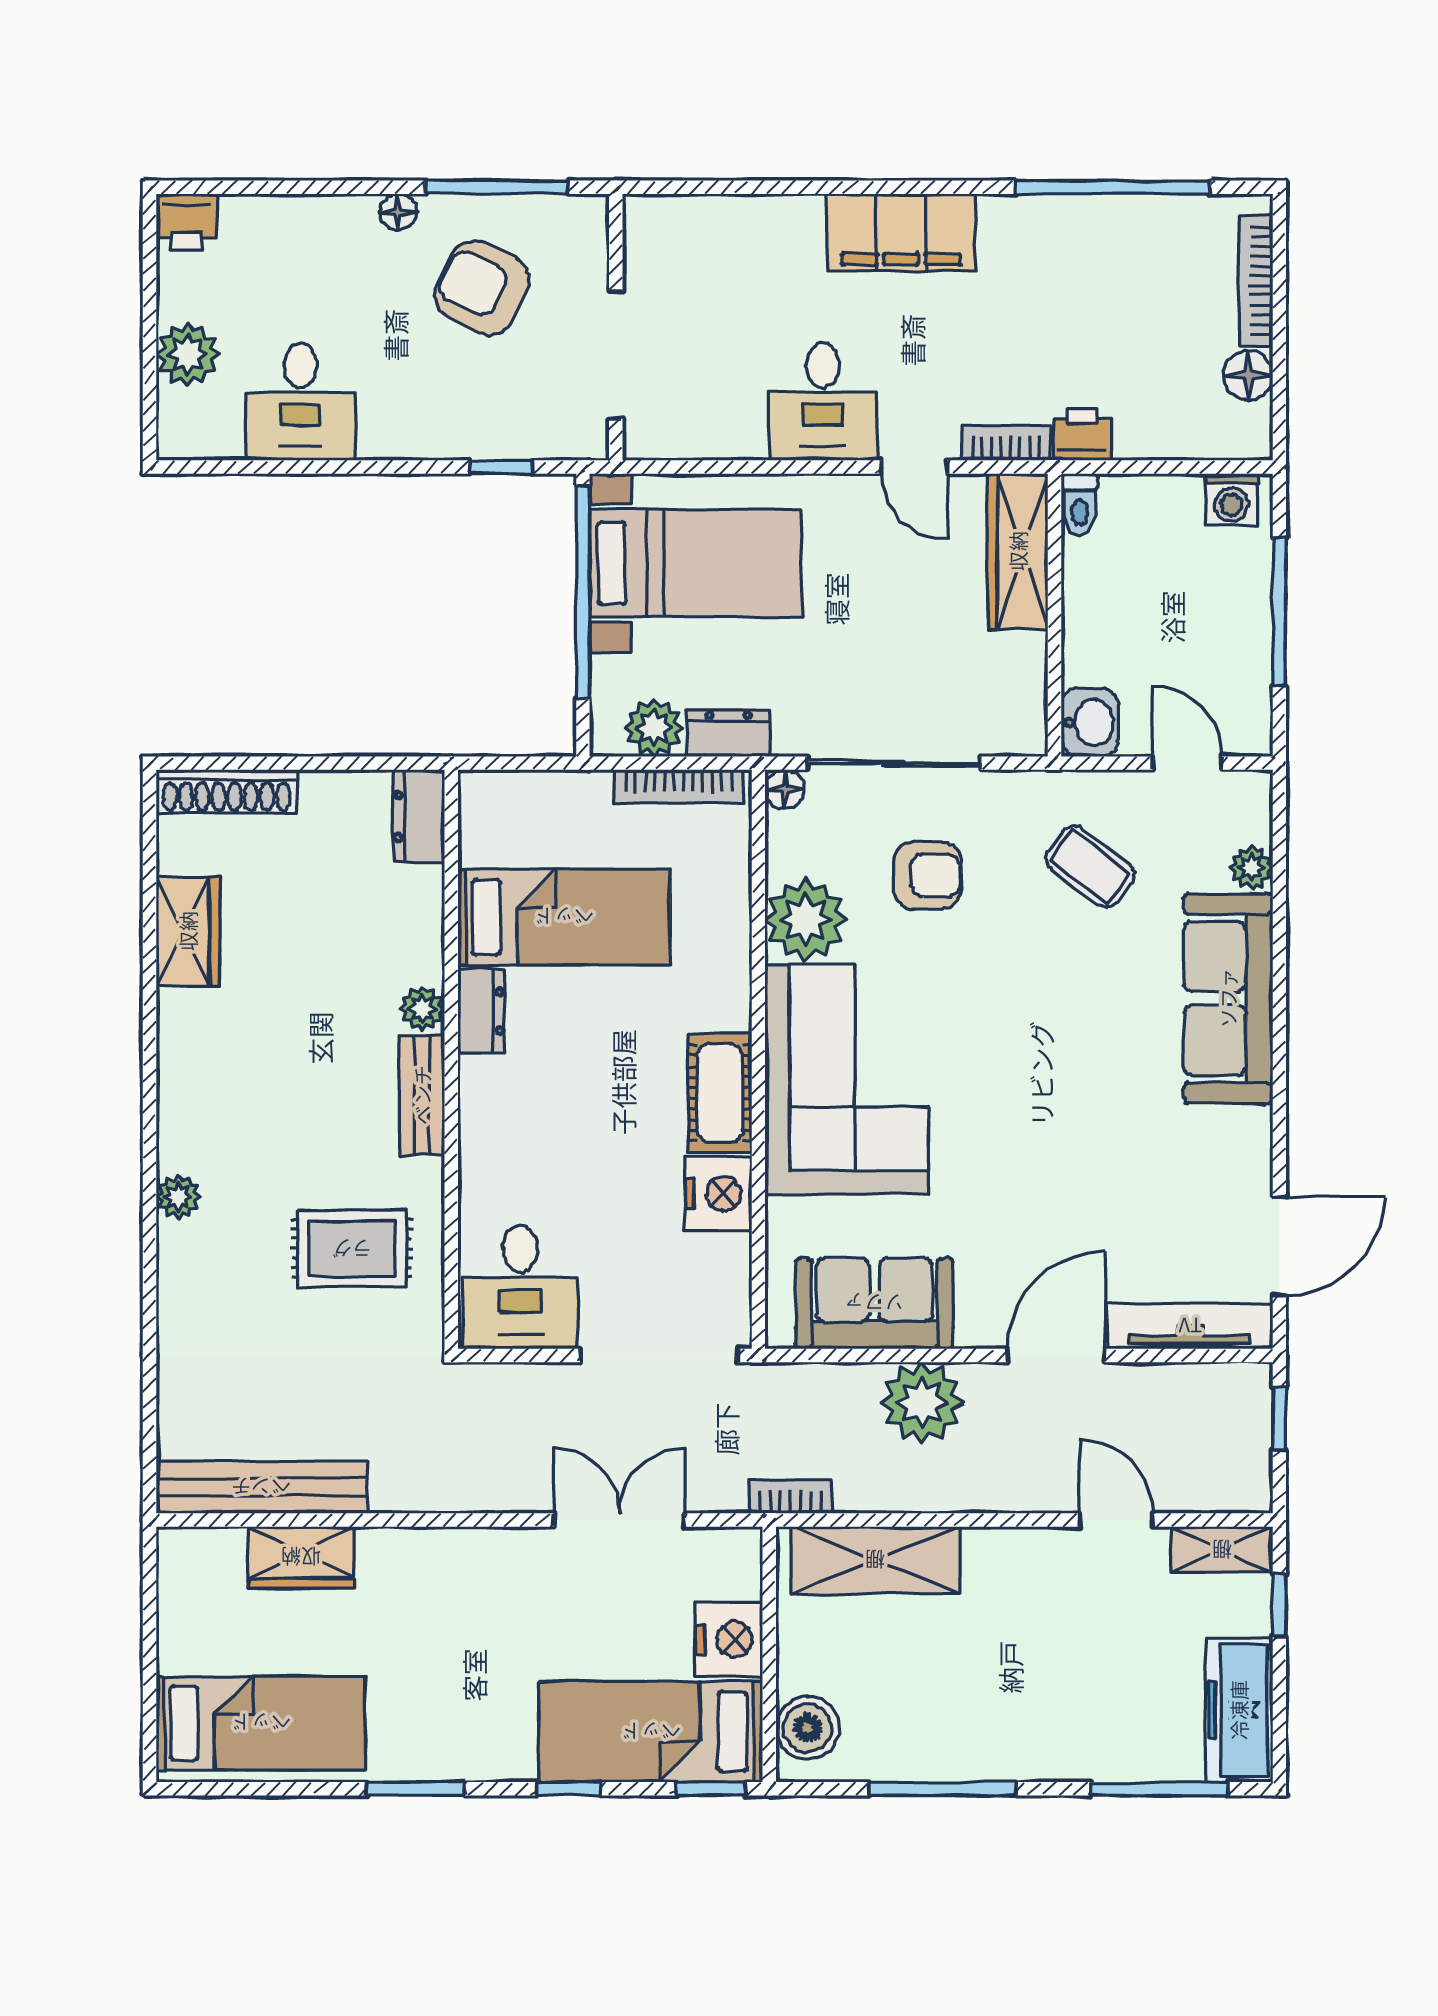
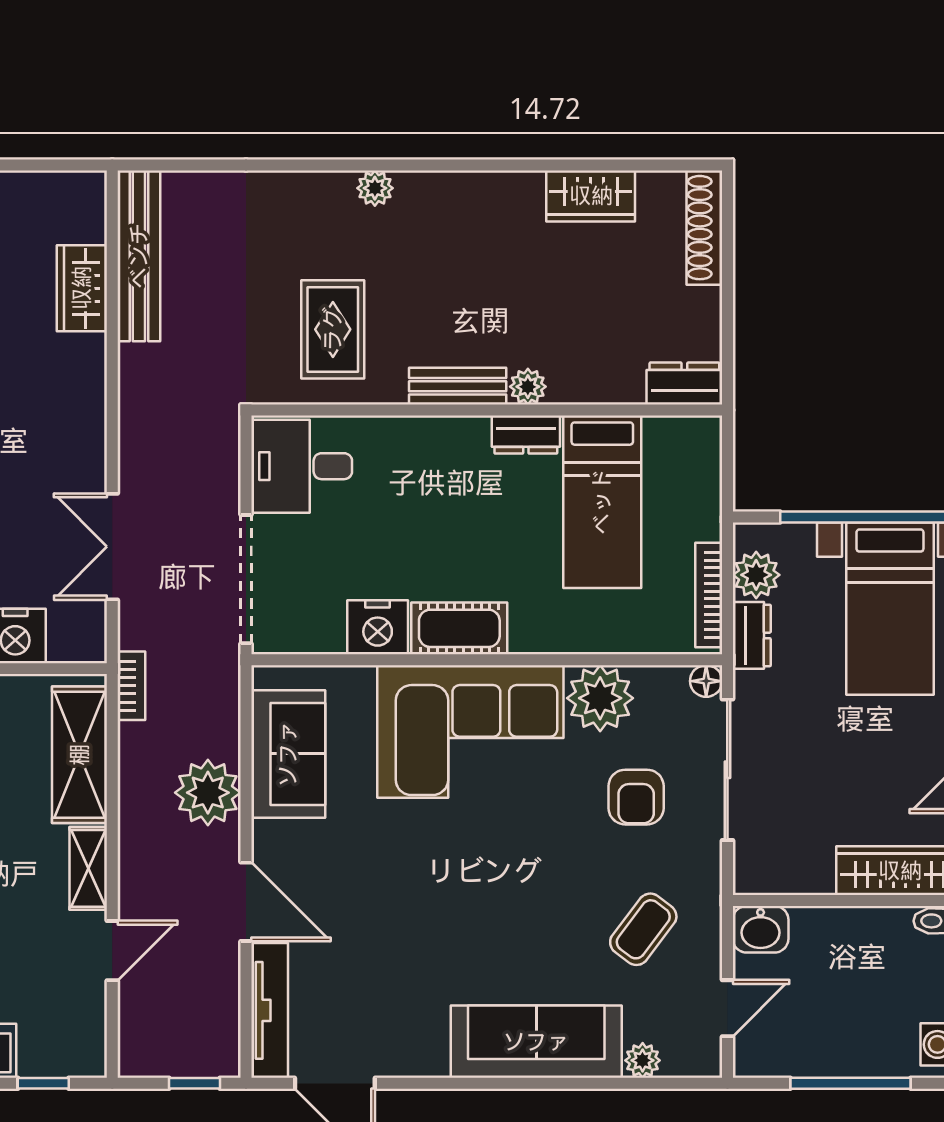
double door: (619, 1520) -> (112, 547), swing flipped
shelving: (1222, 1550) -> (88, 868), moved

